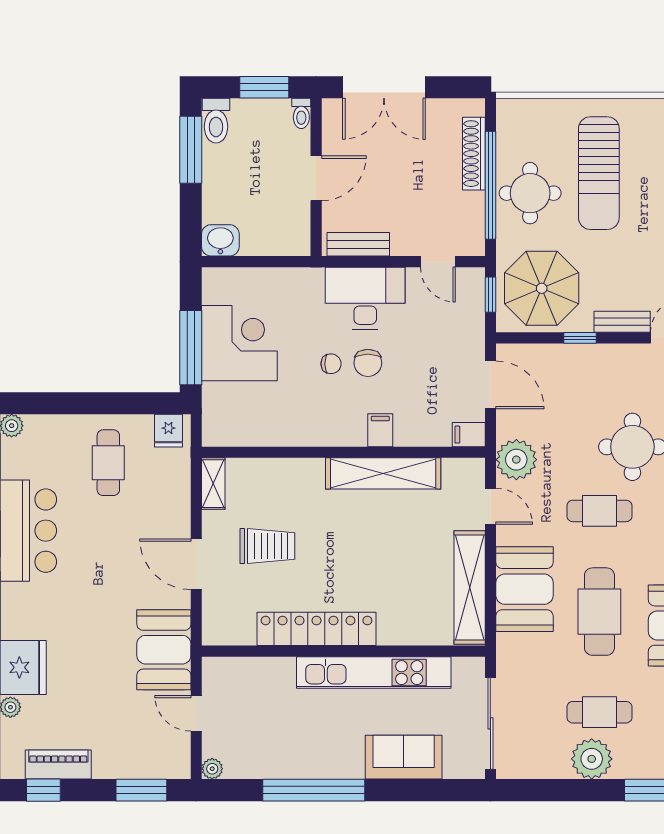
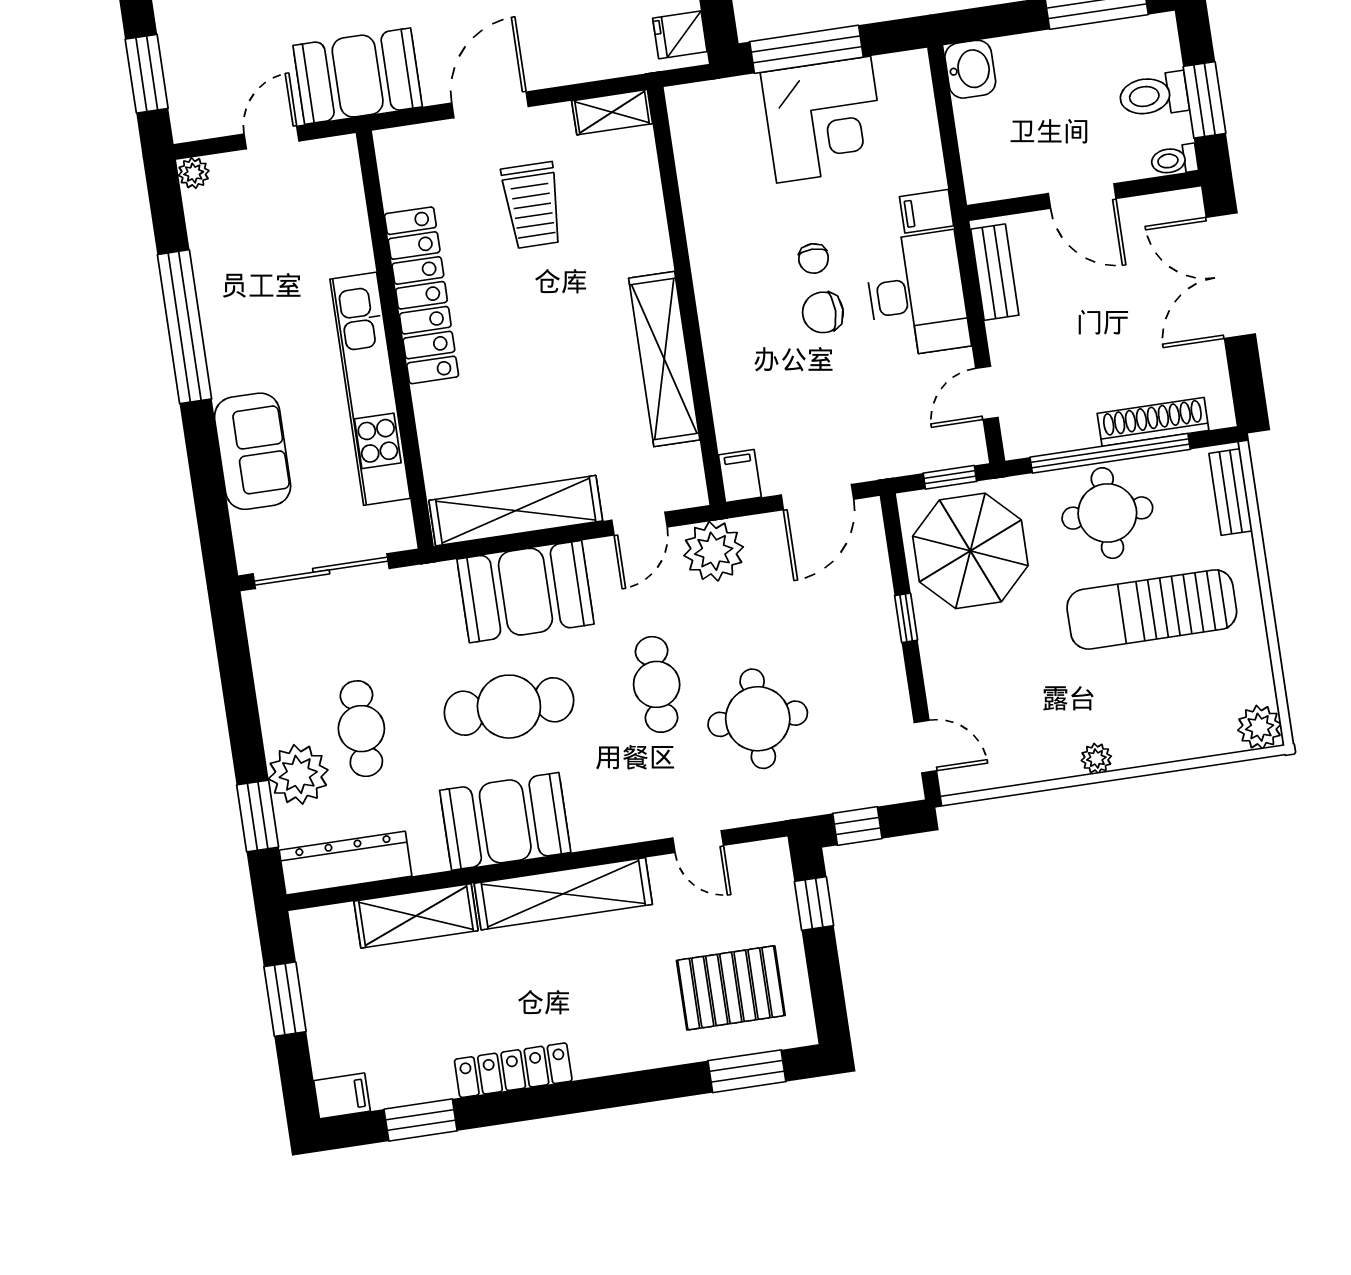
toilet: (216, 121) -> (1154, 95), moved
bench: (622, 322) -> (1231, 492), moved
filing cabinet: (380, 430) -> (927, 211), moved, turned 180
plant: (592, 759) -> (298, 774), moved

